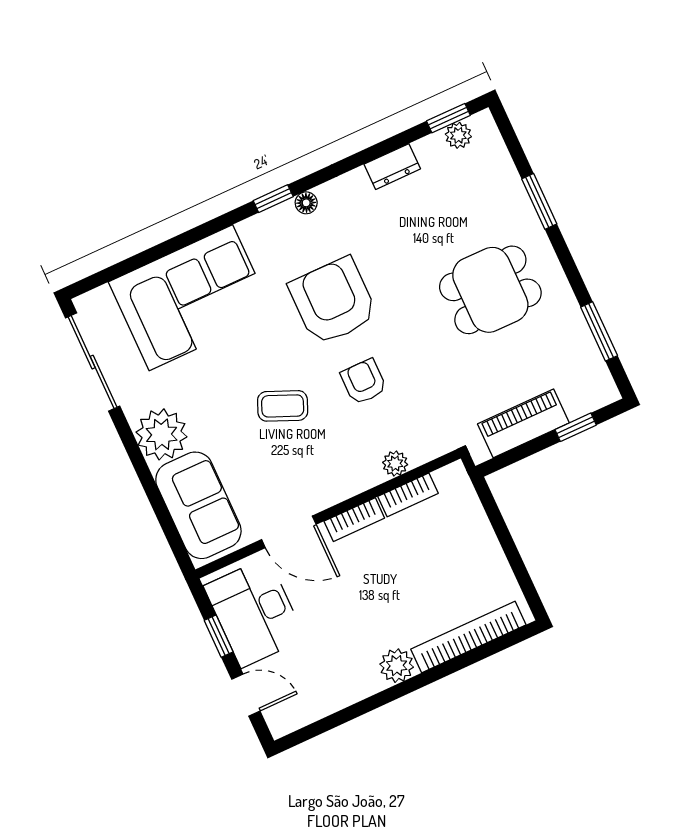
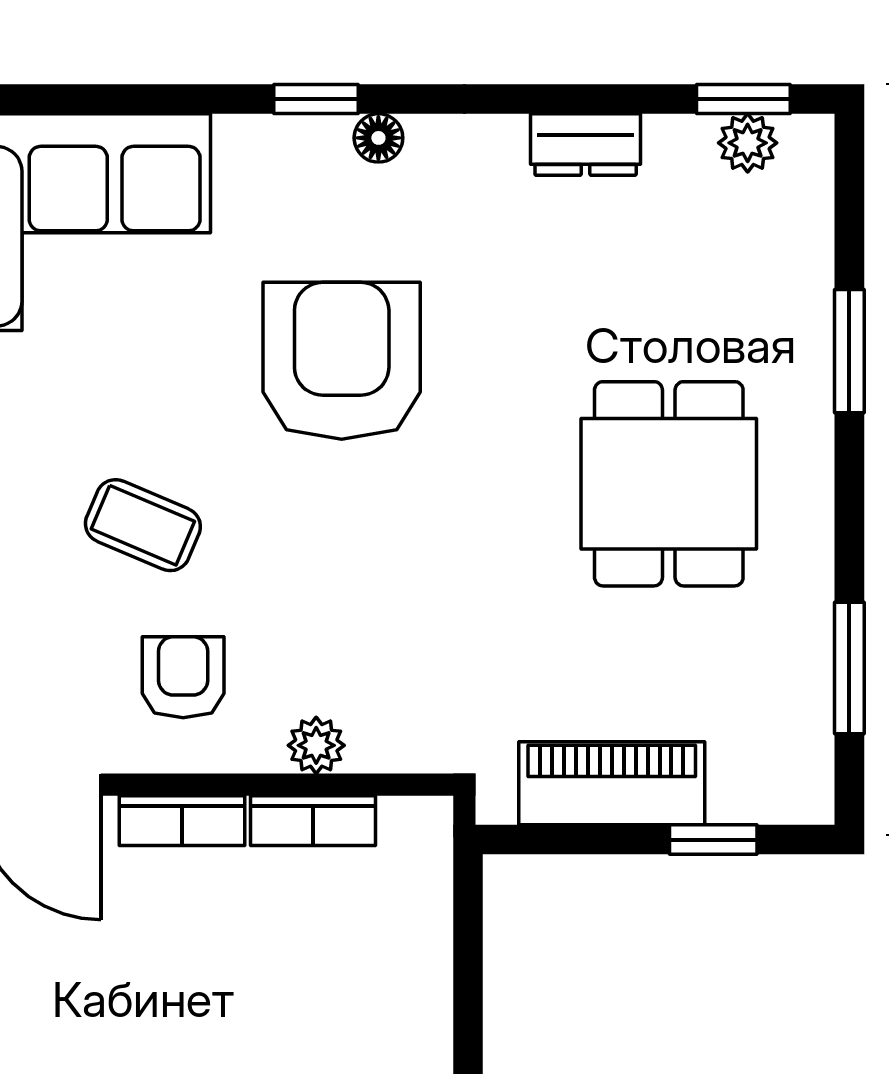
dining table: (490, 290) -> (669, 484), turned 90
armchair: (364, 382) -> (183, 677), moved

